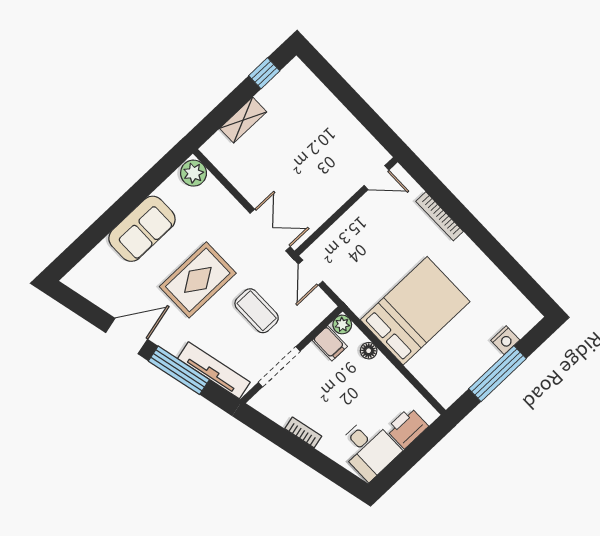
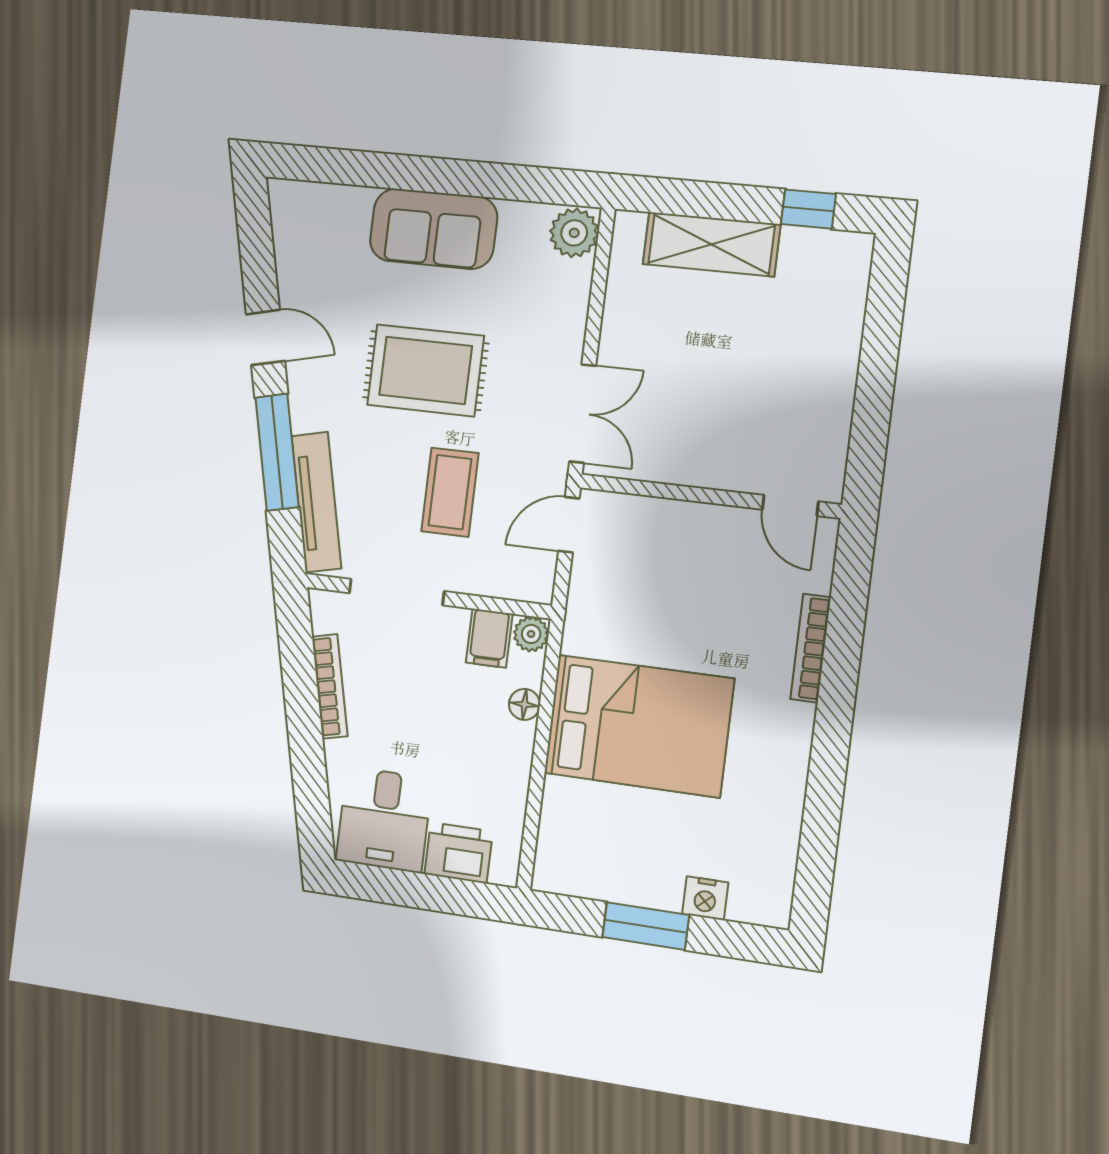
shelving: (243, 120) -> (711, 244), width x1.50, depth x1.33
door: (127, 336) -> (265, 337), width x0.73
window: (497, 374) -> (646, 926), width x0.69
bookcase: (303, 432) -> (330, 686), width x1.56

